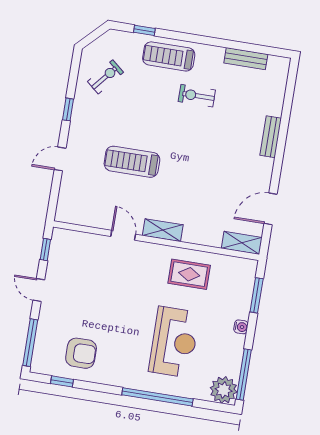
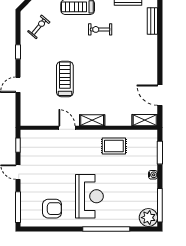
bench: (271, 137) -> (152, 21), moved
treadmill: (132, 162) -> (65, 79), turned 90
door: (271, 209) -> (160, 95), hinge flipped
reception desk: (174, 342) -> (89, 196), moved
window: (62, 381) -> (43, 229), removed

